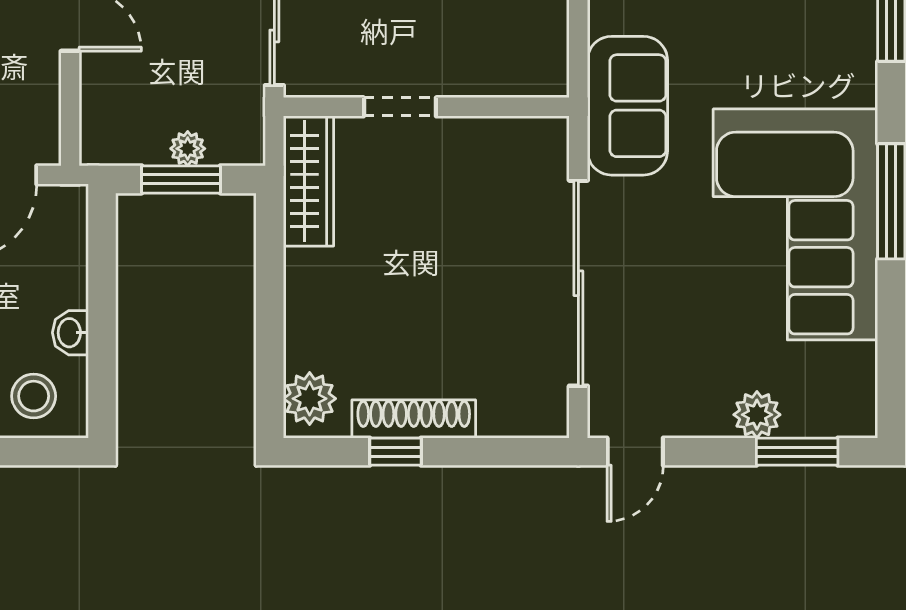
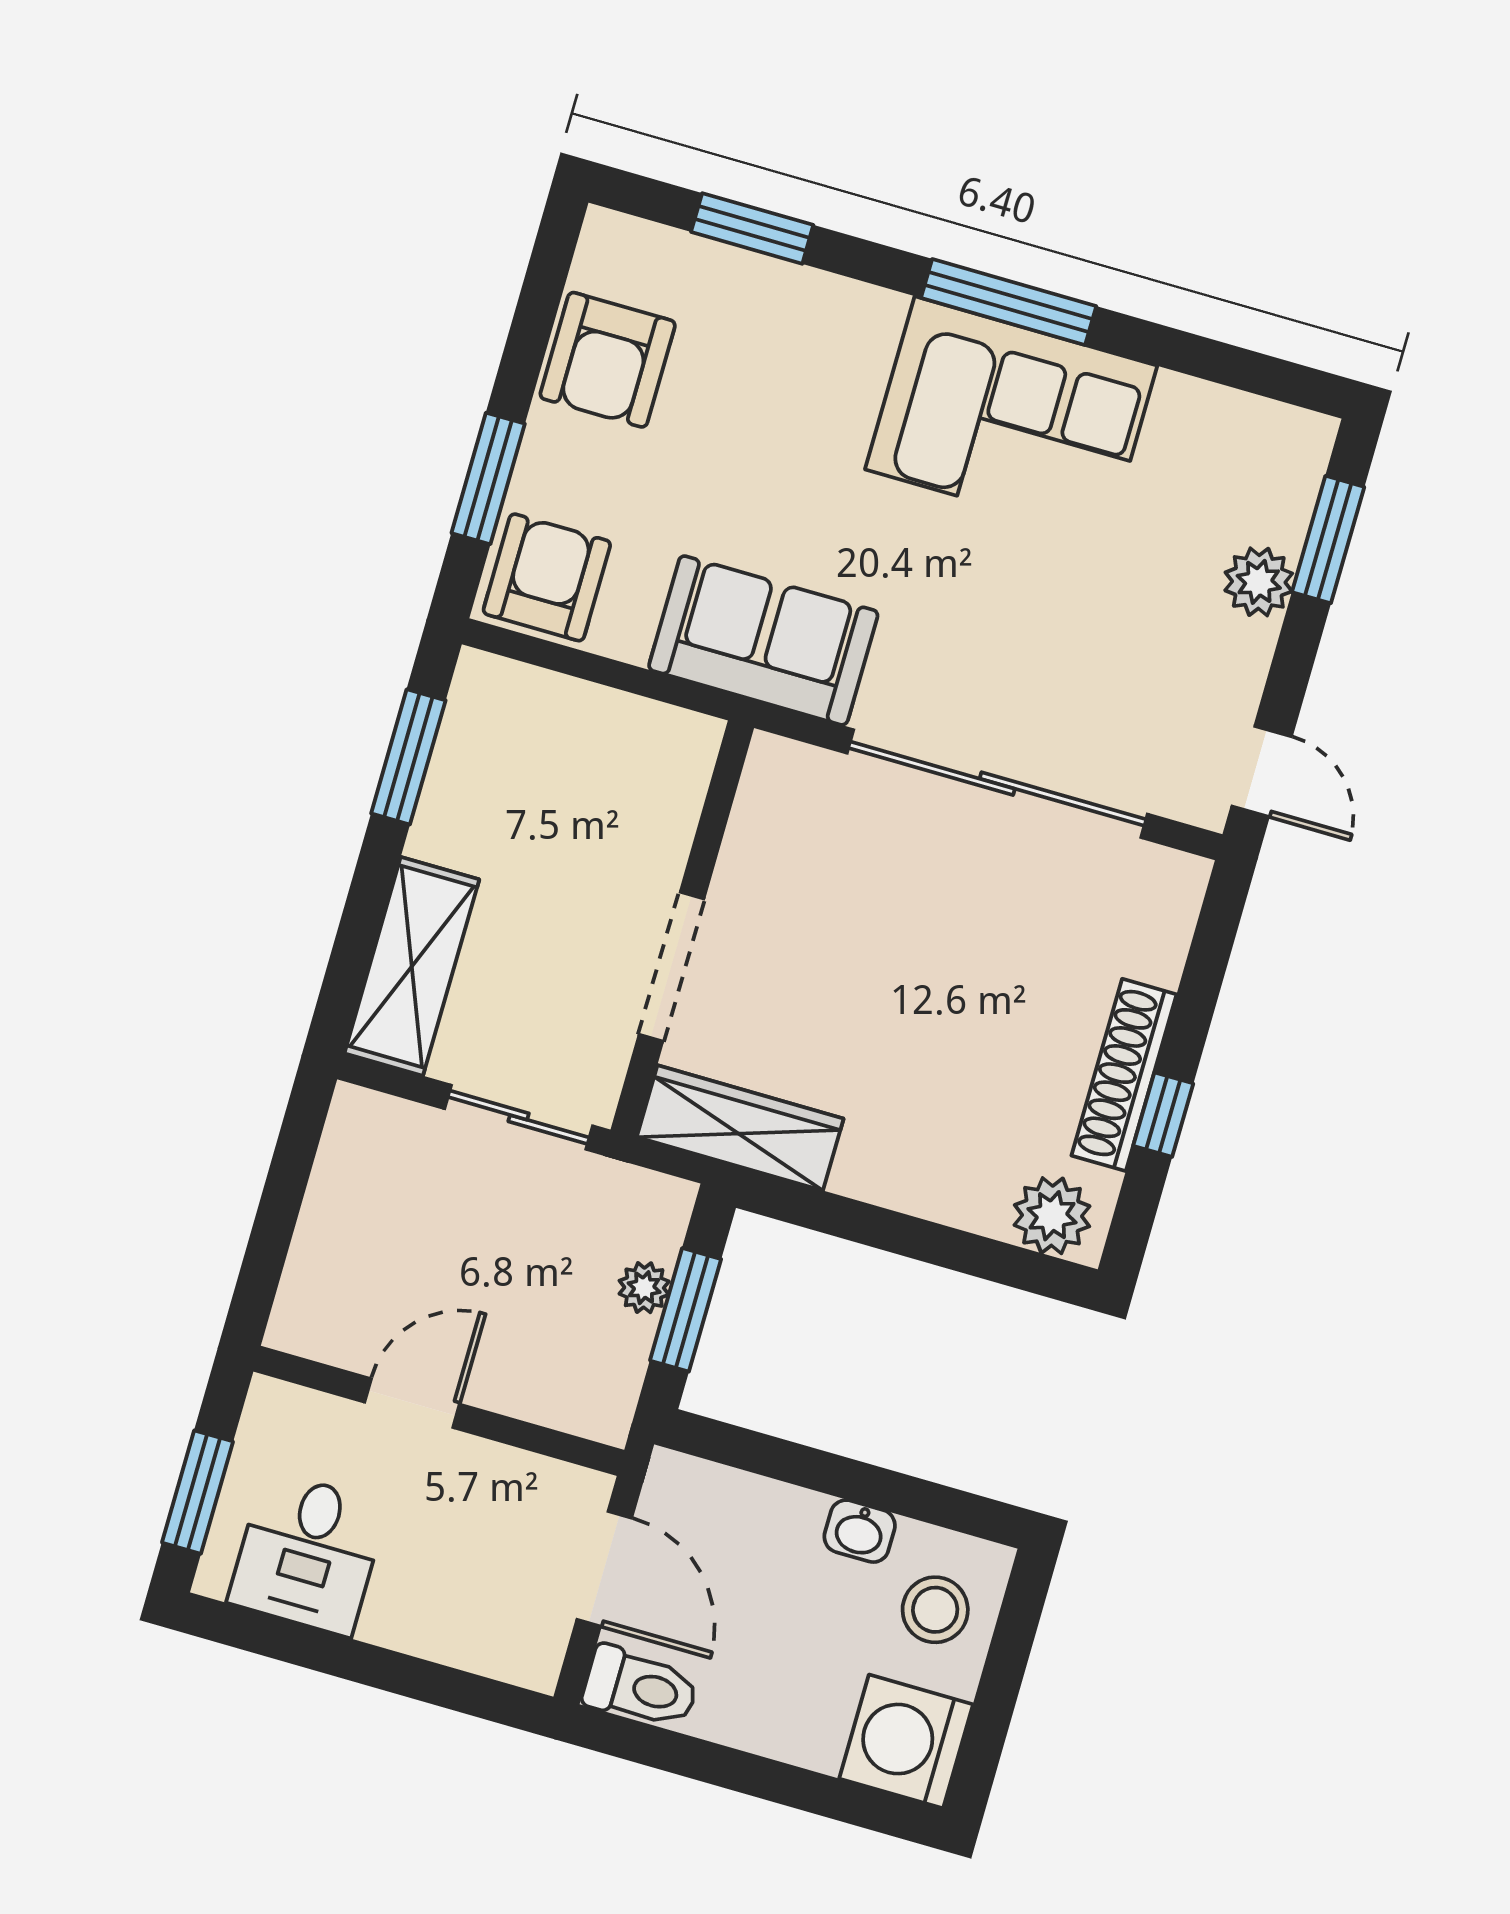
doorway: (400, 107) -> (671, 967), width x1.38
corner sofa: (795, 224) -> (1011, 418), width x0.73, depth x0.74

